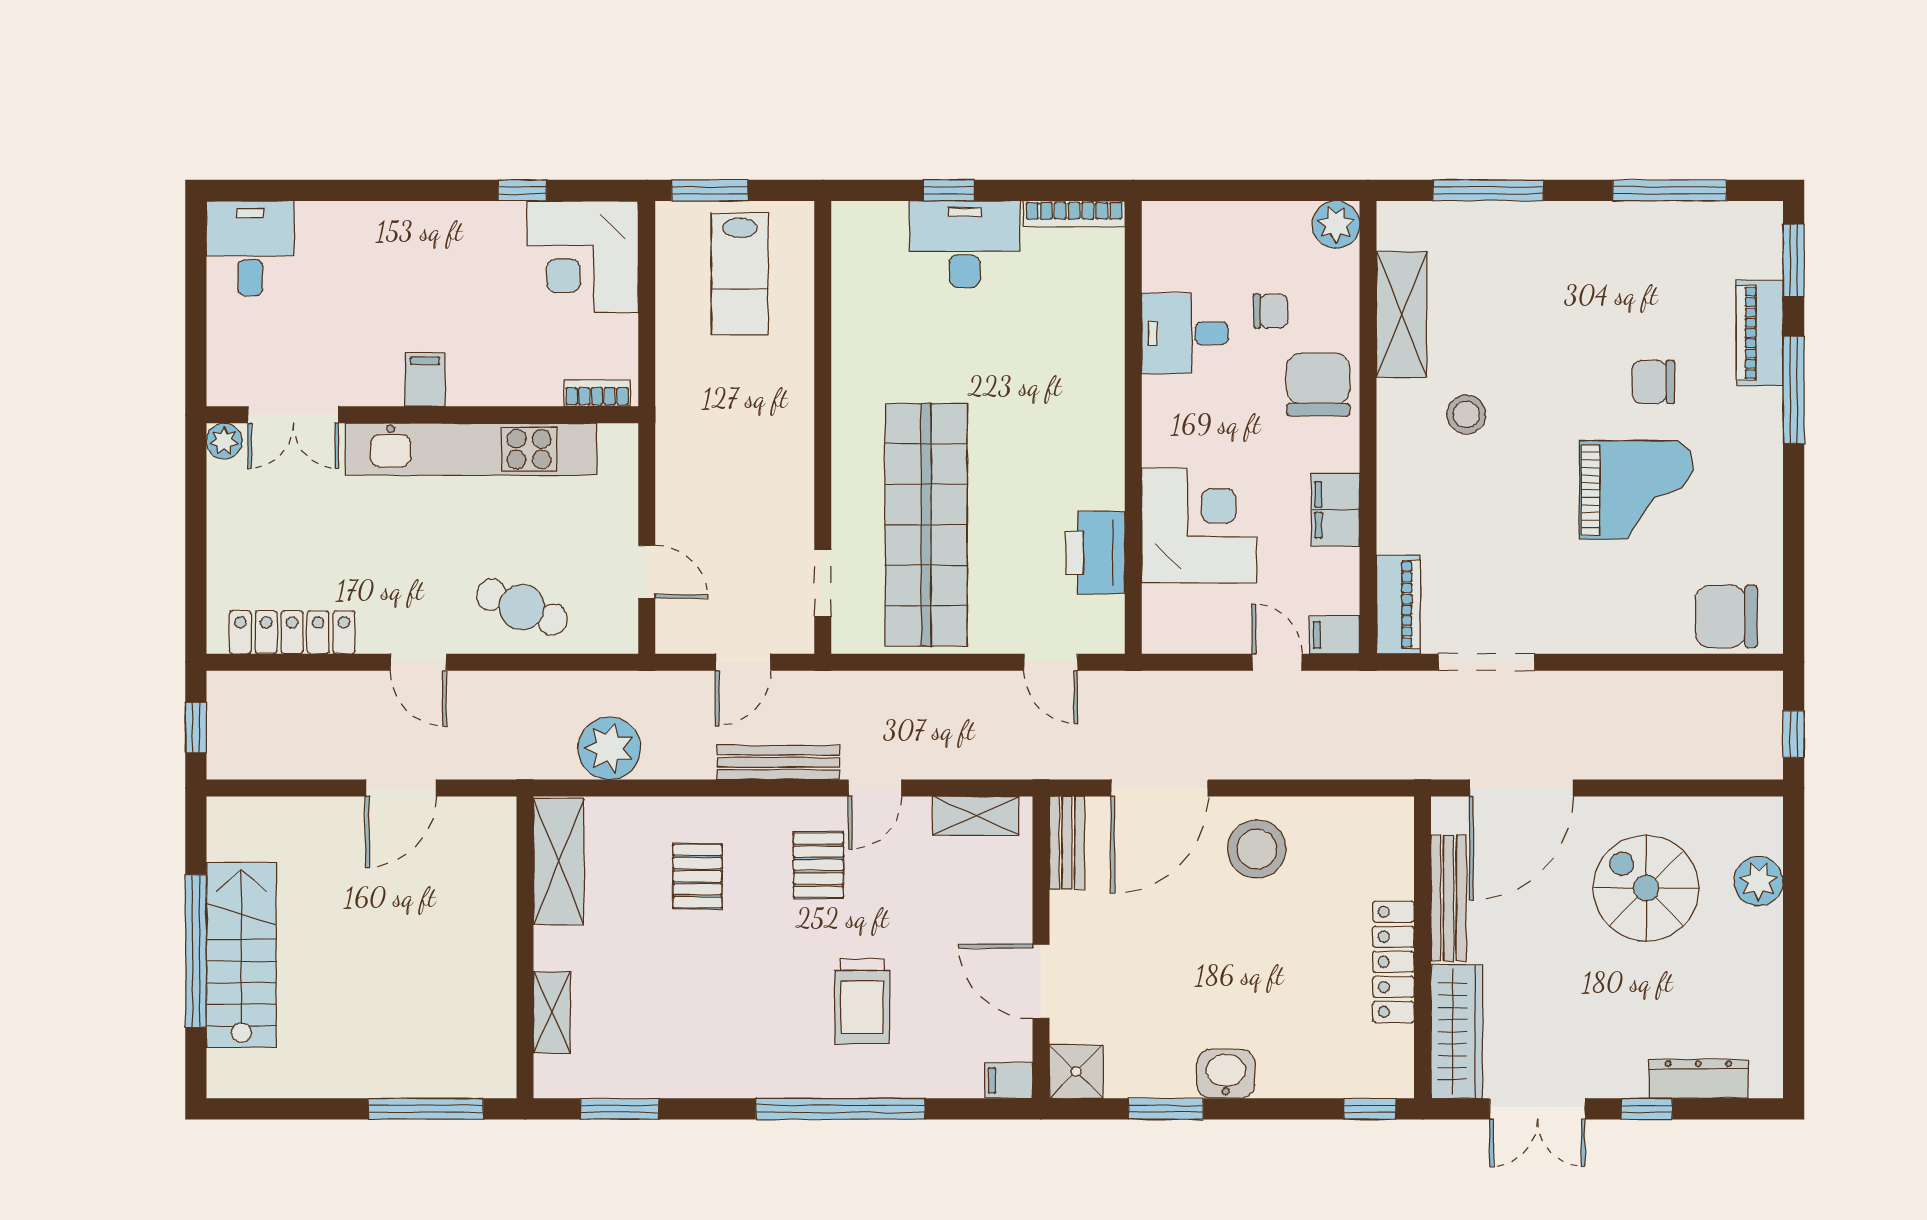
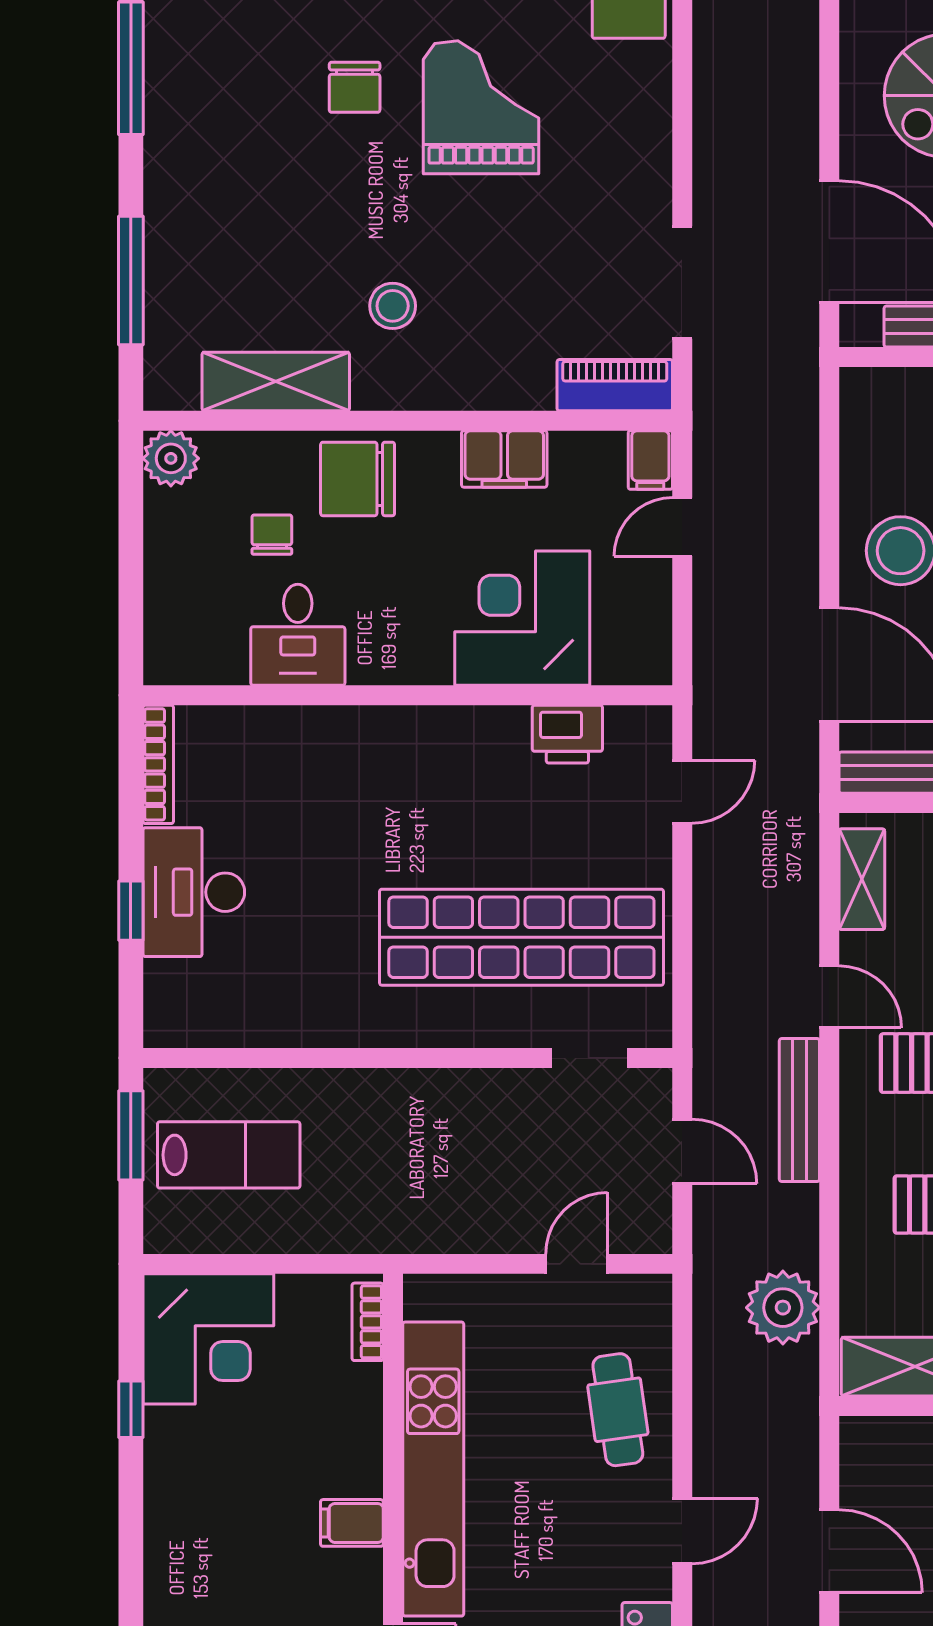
window: (710, 190) -> (131, 1135), moved
printer: (1095, 553) -> (567, 734), width x0.73, depth x0.84
cafe table: (522, 607) -> (618, 1410), turned -30

